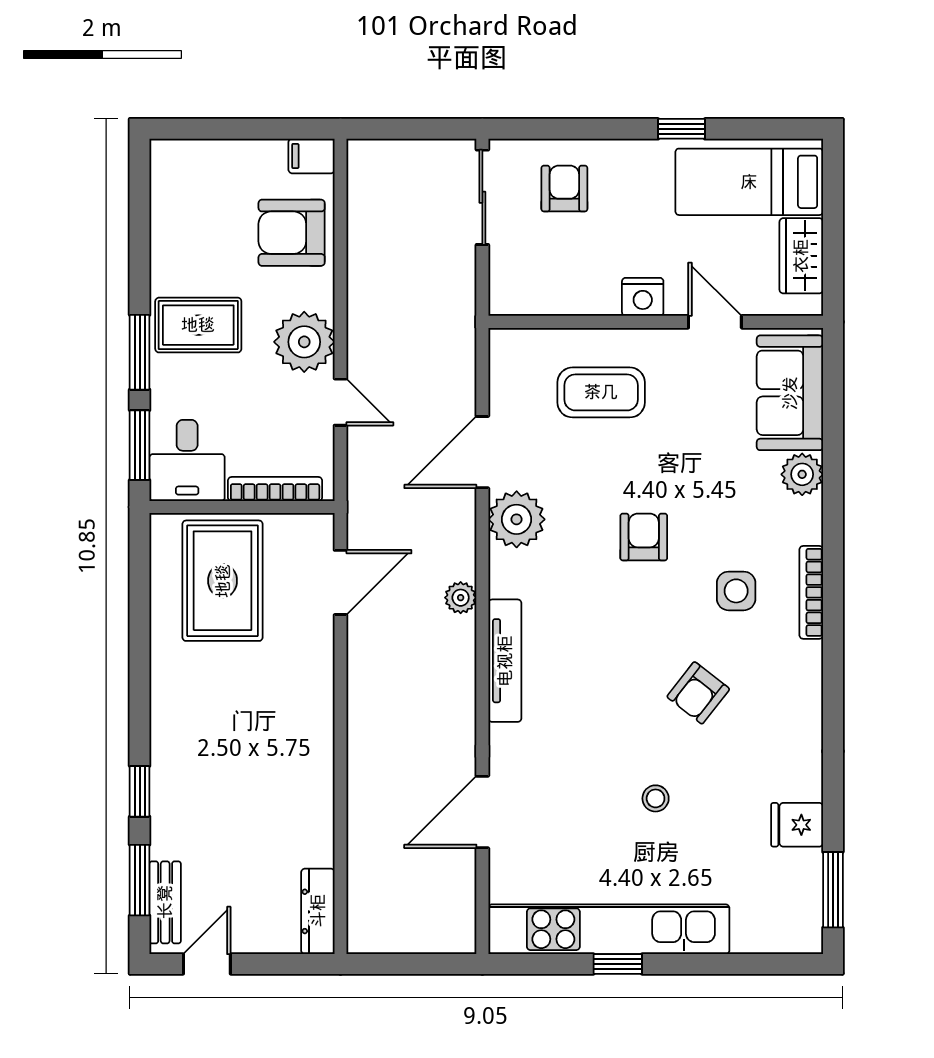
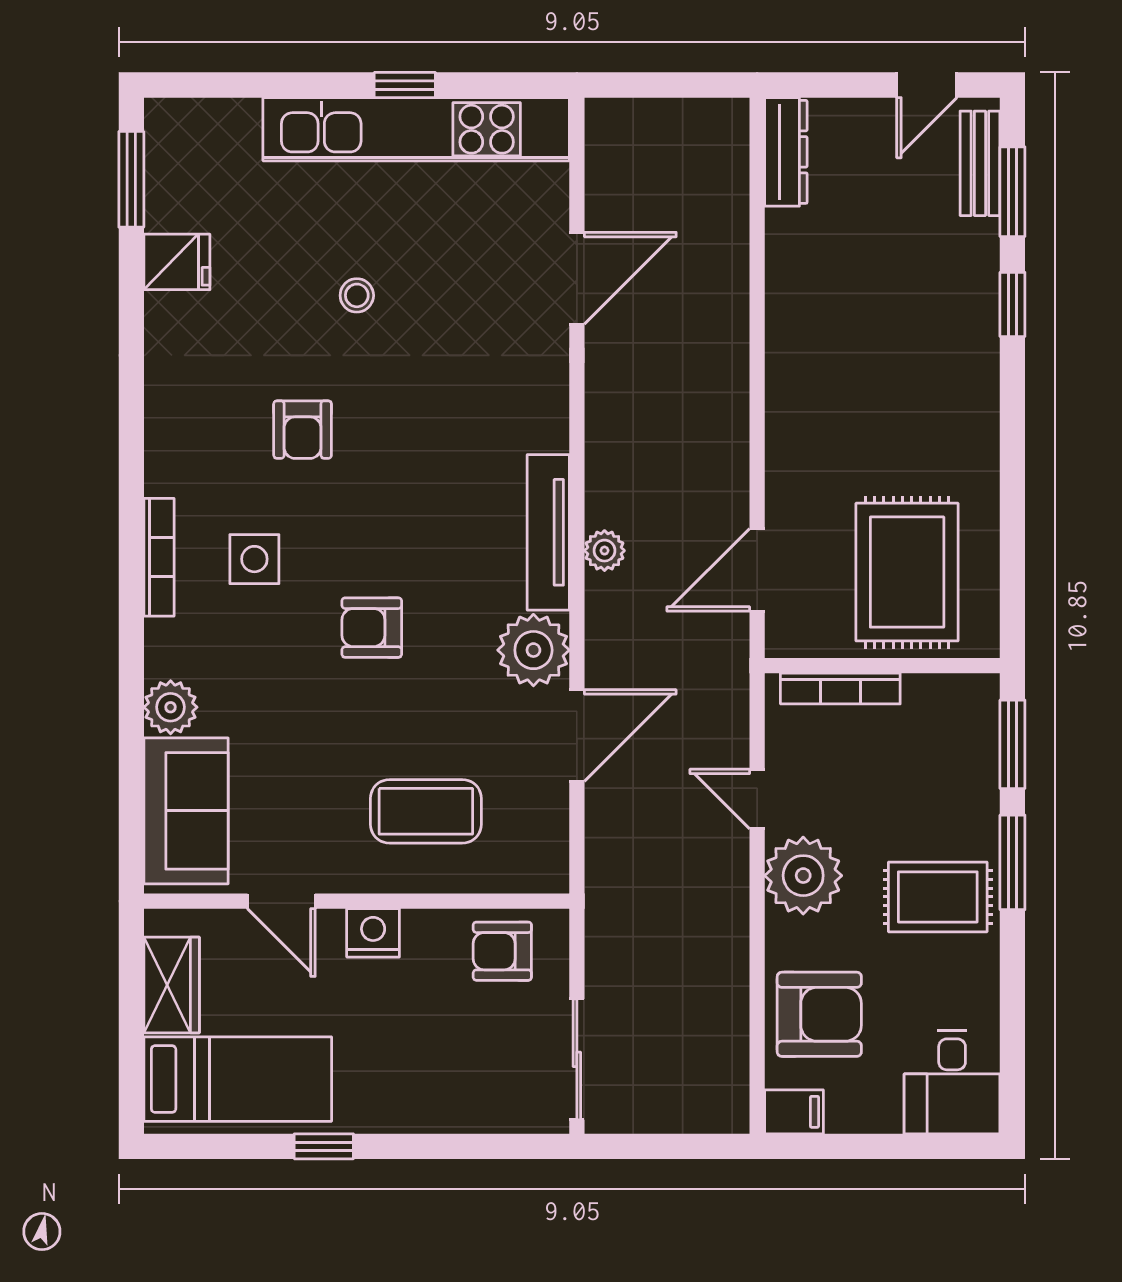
armchair: (564, 189) -> (502, 951), moved, turned 90
desk: (187, 461) -> (952, 1082), moved, turned 180
armchair: (644, 537) -> (372, 628), turned 90
tv unit: (505, 661) -> (548, 532), moved
armchair: (698, 693) -> (303, 430), turned 142

